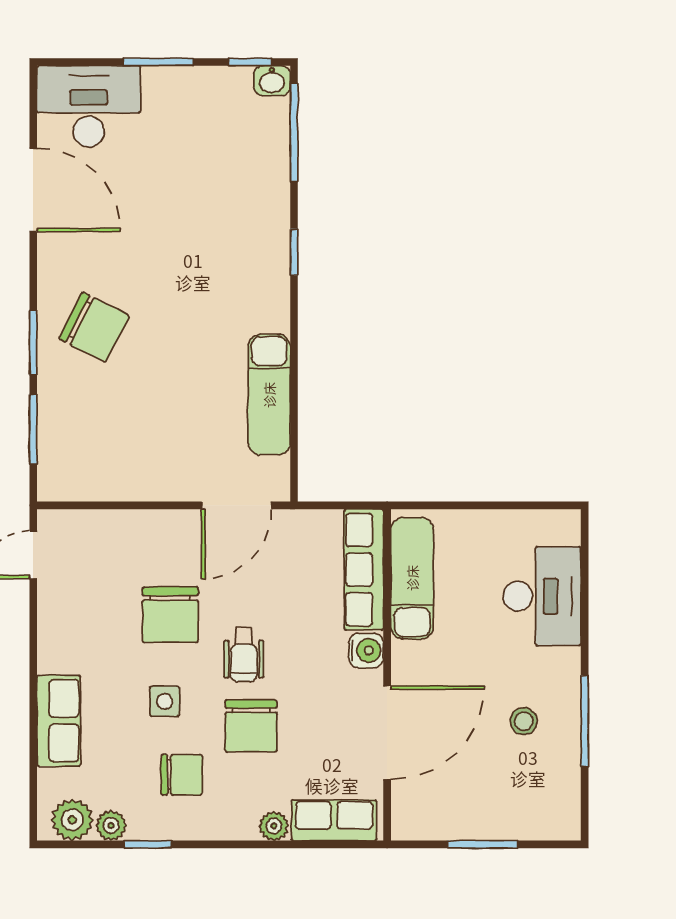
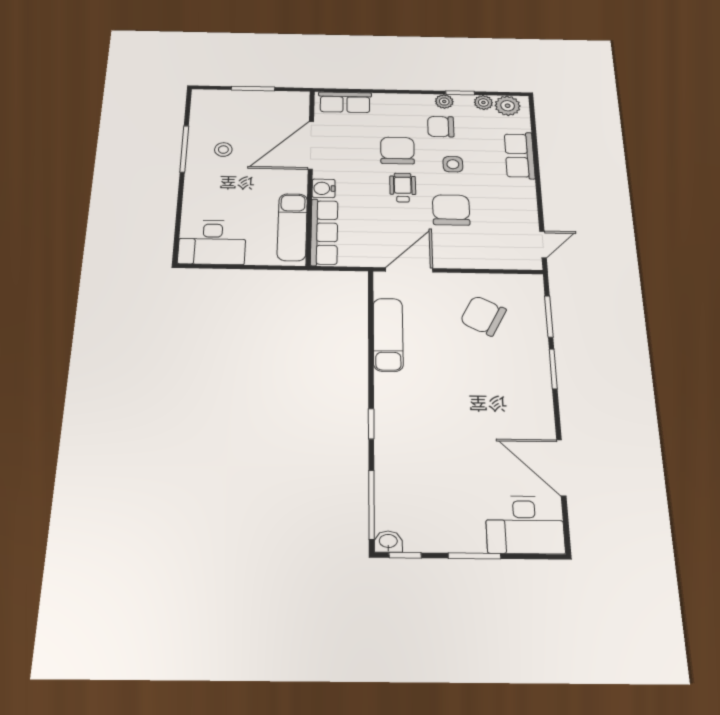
chair: (94, 327) -> (483, 316), moved
desk: (542, 596) -> (212, 242), moved, turned -90
plant: (274, 826) -> (444, 101), moved

